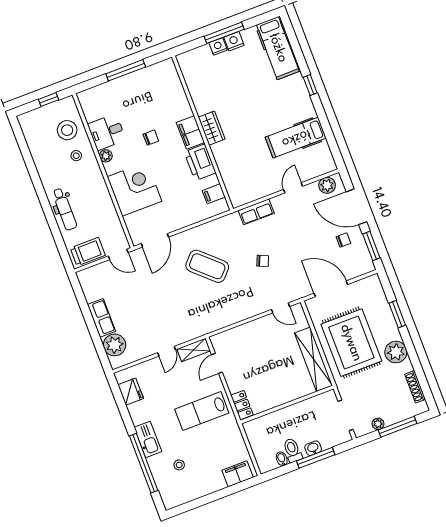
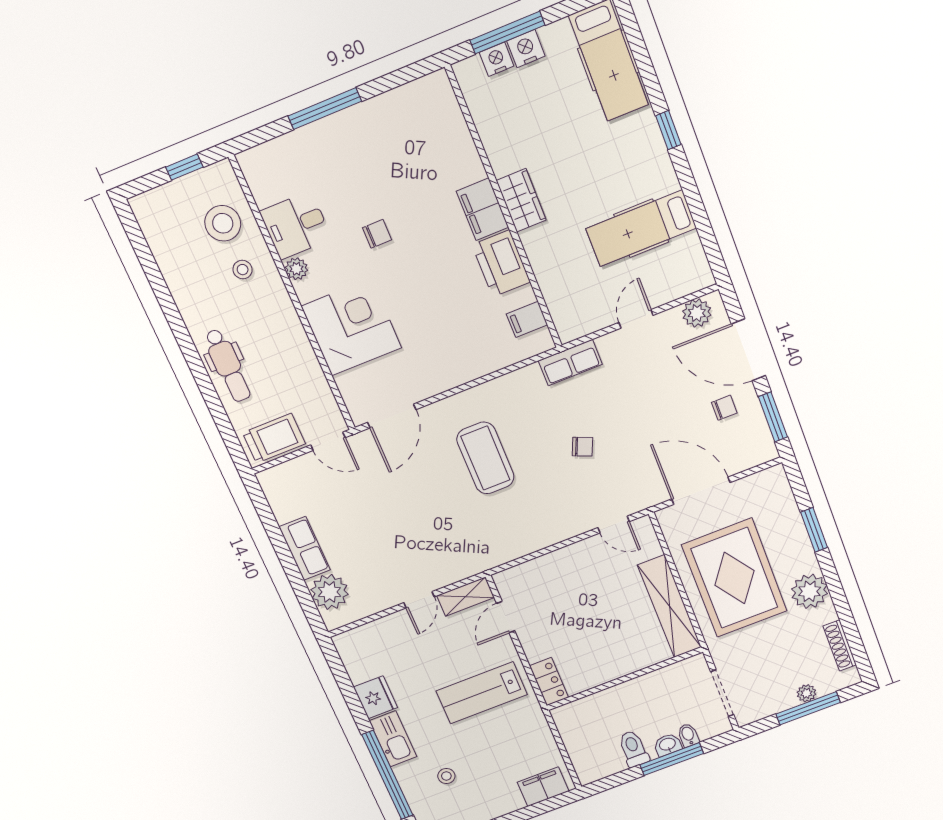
wardrobe: (212, 128) -> (521, 200), moved
filing cabinet: (190, 132) -> (482, 209), moved
wall: (202, 133) -> (505, 210), moved
printer: (200, 162) -> (501, 263), moved
filing cabinet: (214, 194) -> (527, 319), moved
coffee table: (207, 266) -> (485, 458), turned 47
fridge: (131, 392) -> (376, 697), moved
plant: (378, 424) -> (806, 693), moved
bidet: (282, 459) -> (688, 735), moved

